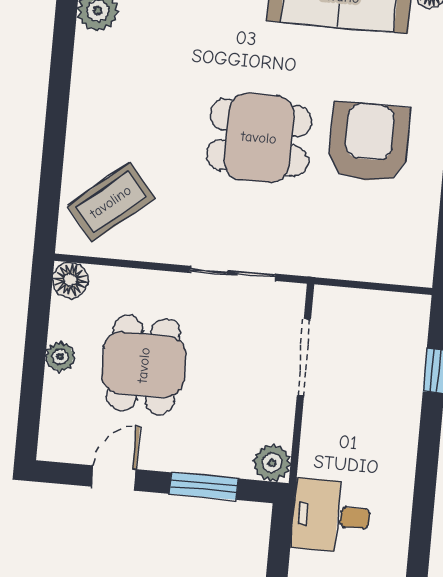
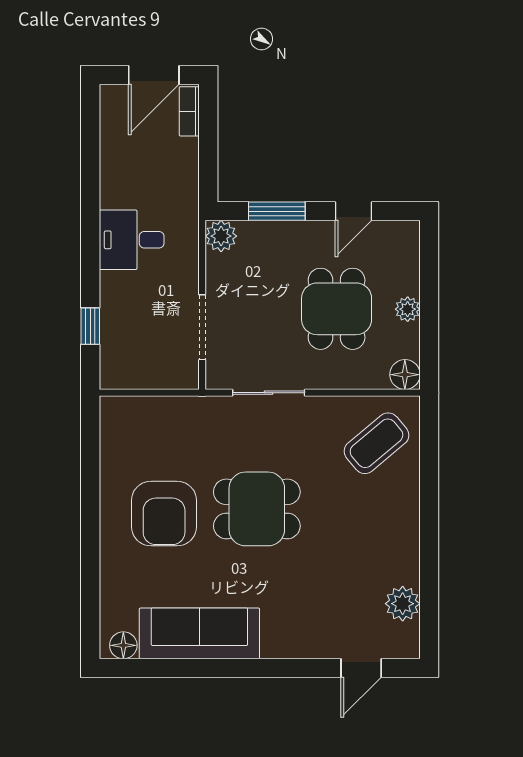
desk: (331, 516) -> (132, 240), moved, turned 180

